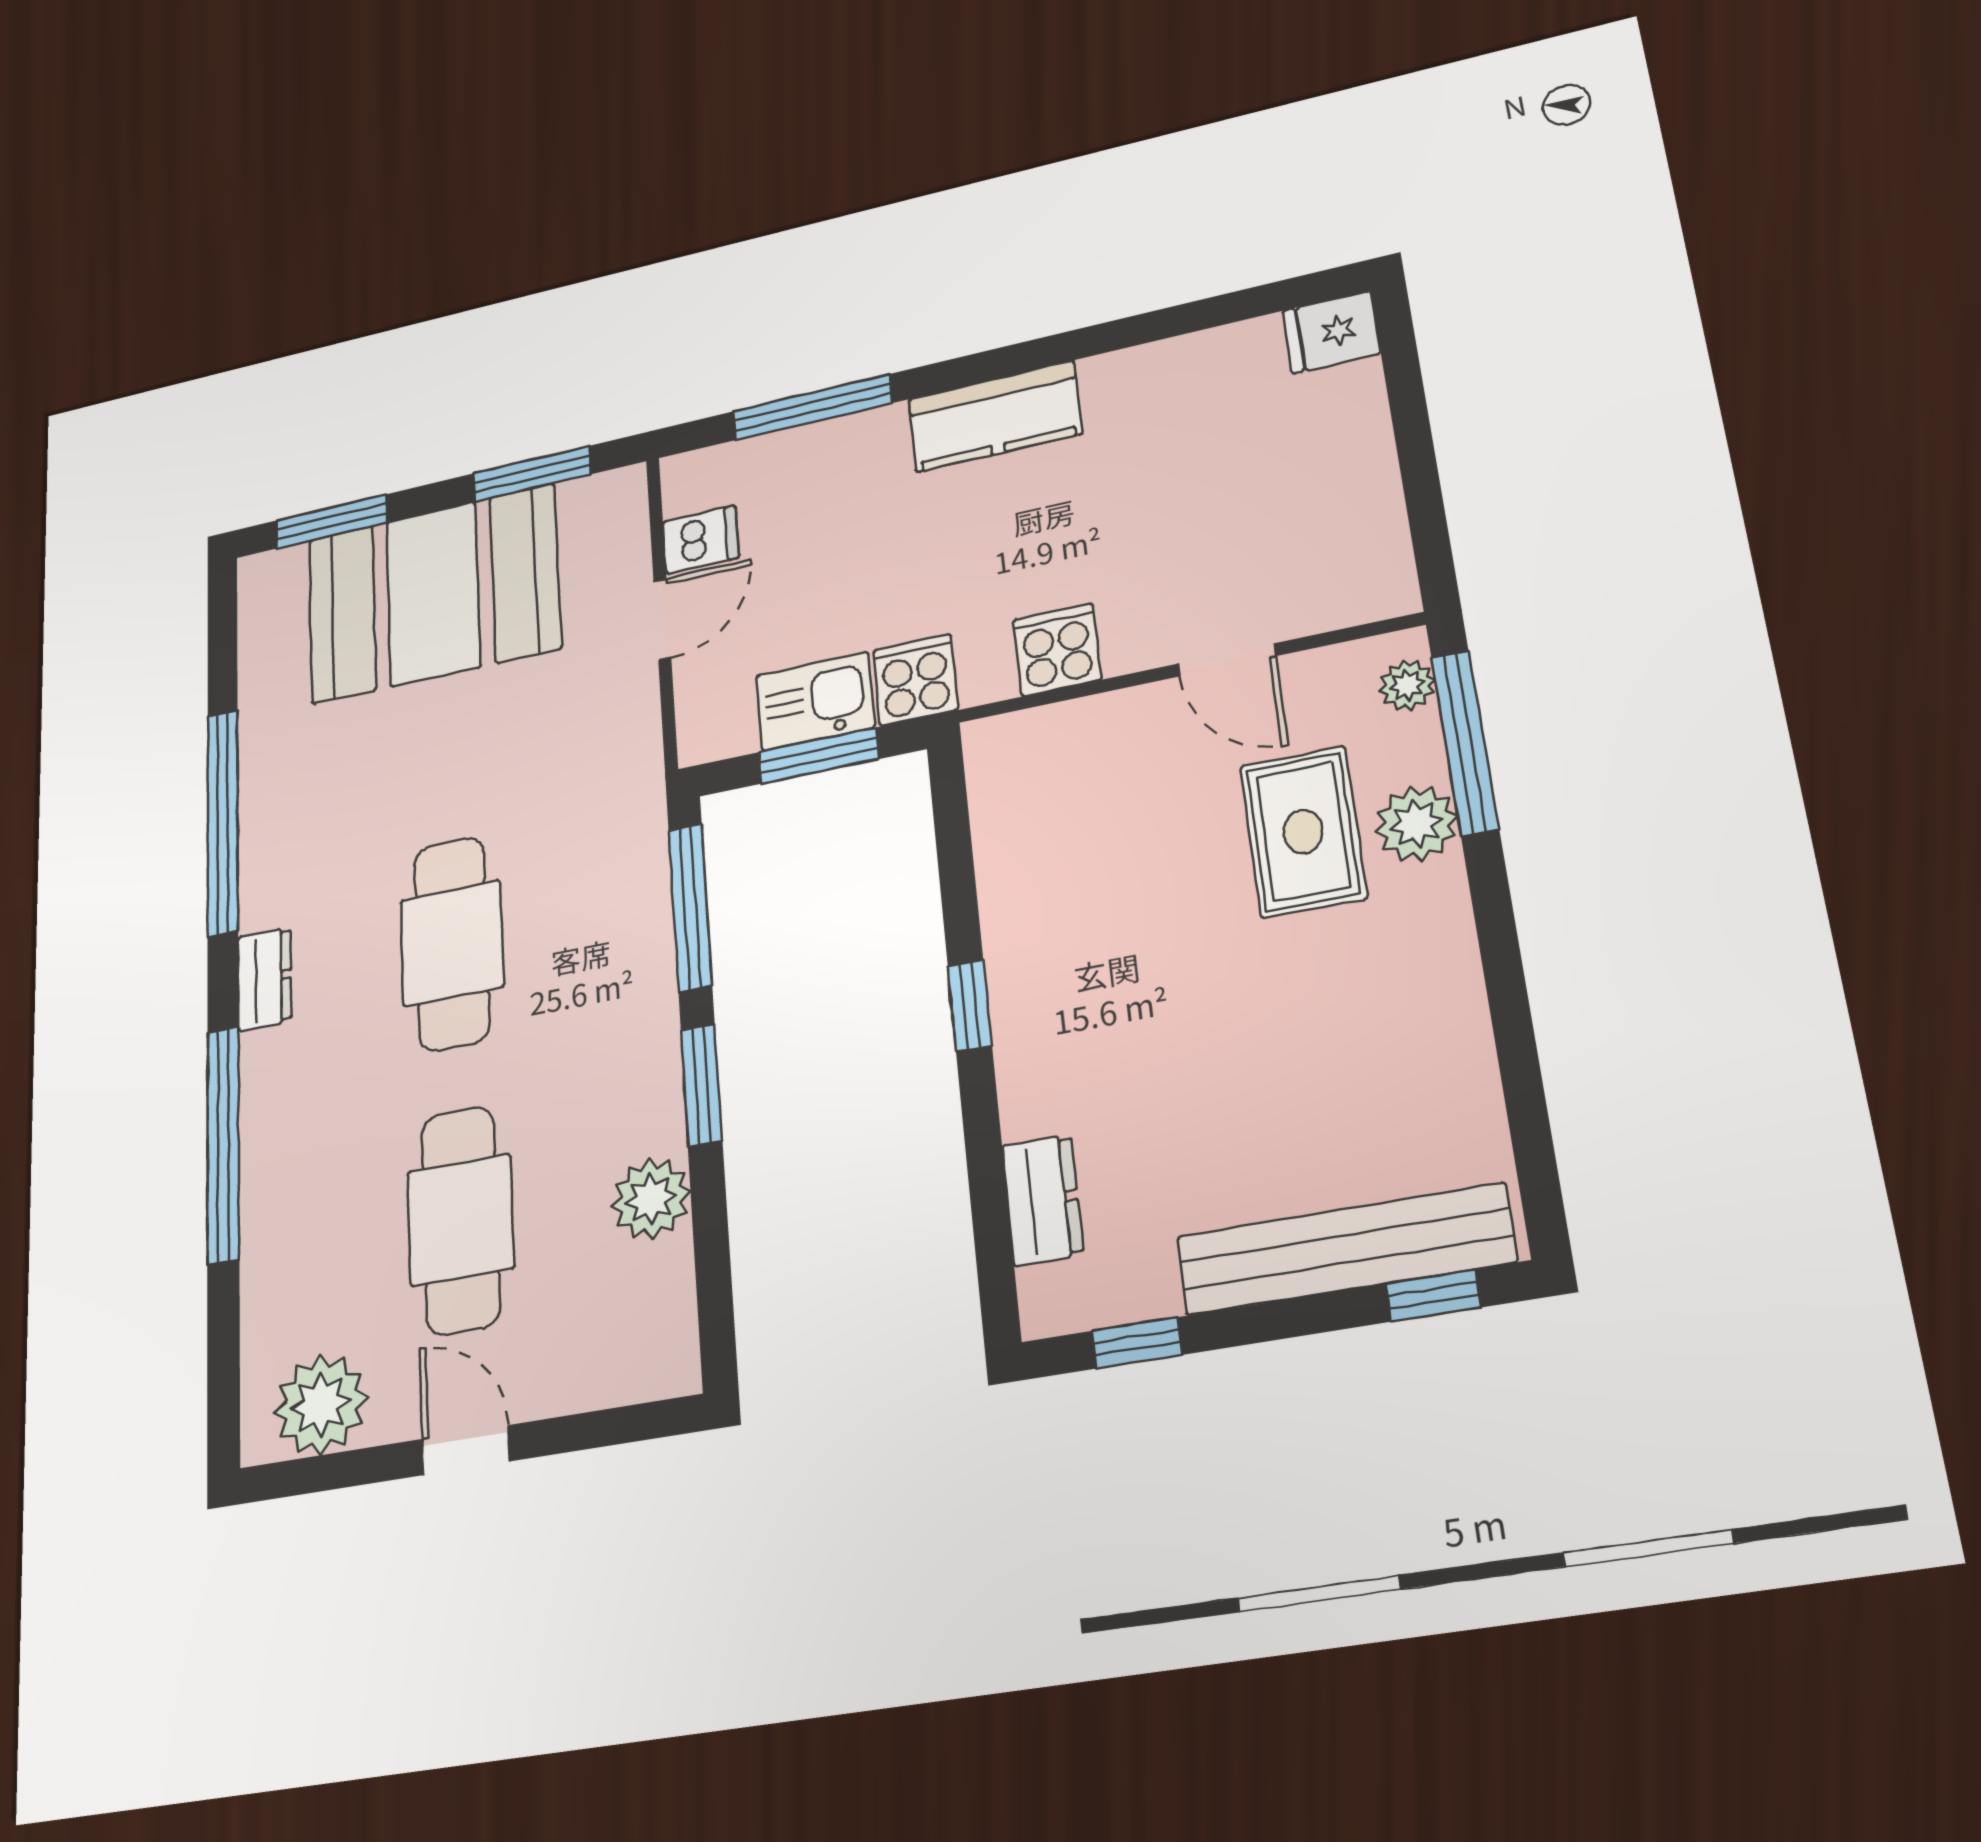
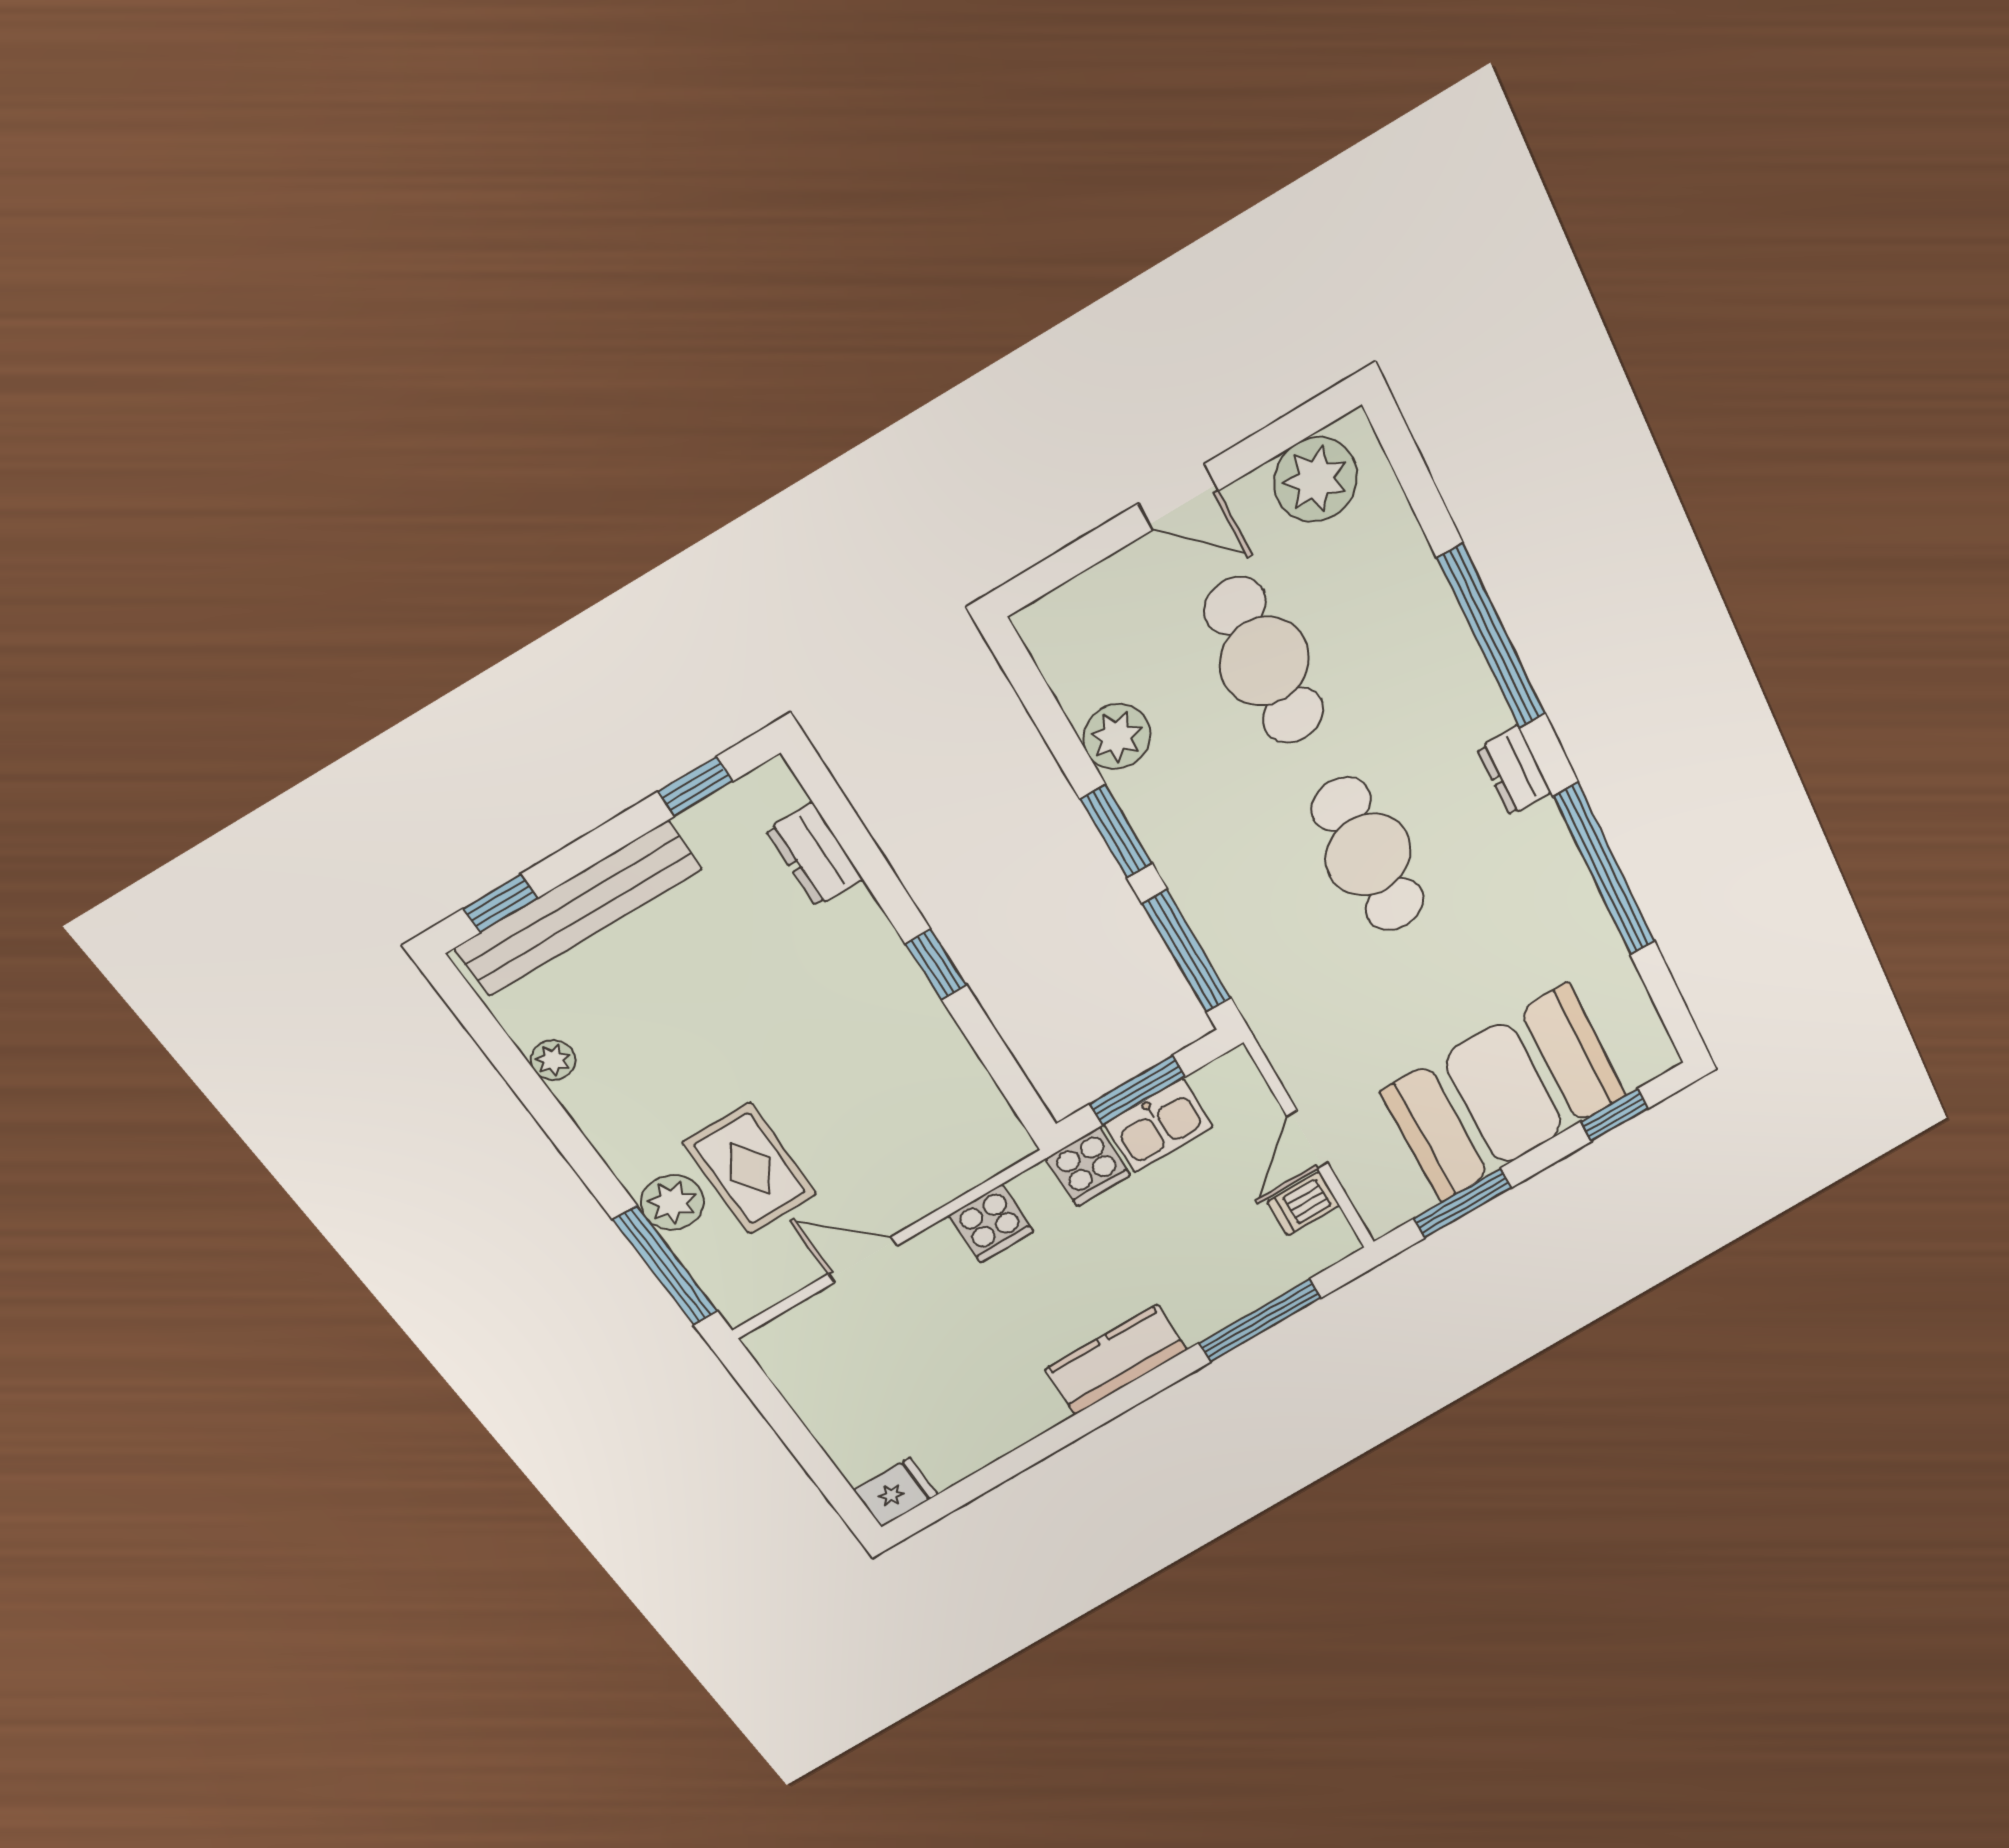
window: (331, 521) -> (1614, 1115), width x0.67
plant: (1407, 685) -> (553, 1060), moved

